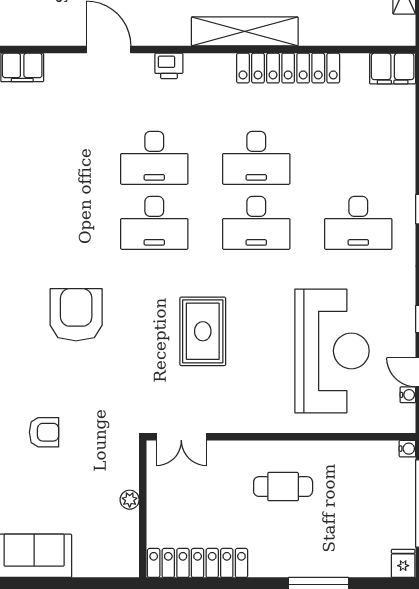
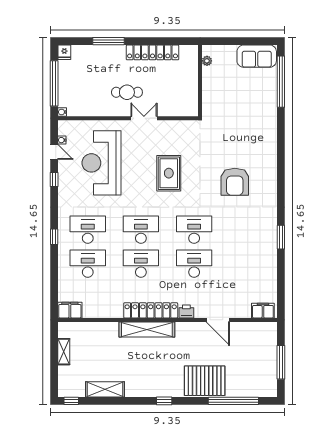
locker: (288, 68) -> (151, 310), moved
desk: (358, 158) -> (88, 264), added
armchair: (44, 432) -> (252, 121), removed
double door: (181, 437) -> (144, 118), moved
plant: (130, 500) -> (207, 61), moved
locker: (198, 563) -> (153, 52), moved

